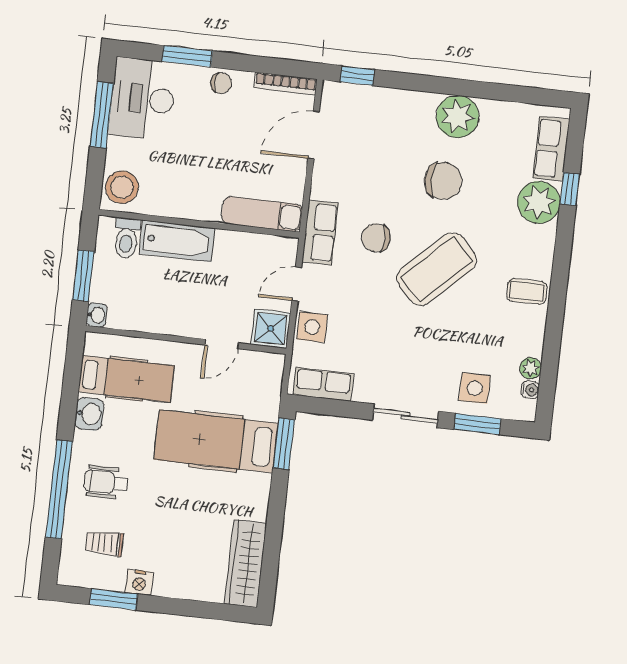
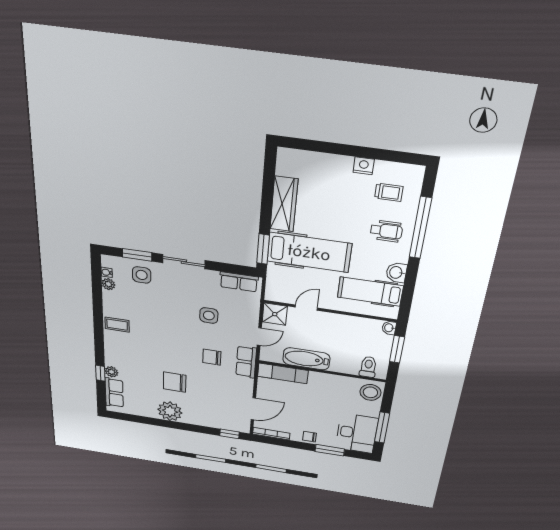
plant: (539, 202) -> (111, 372), width x0.53, depth x0.53
chair: (376, 238) -> (212, 357), turned 180
bathtub: (177, 241) -> (306, 359), moved
coffee table: (437, 269) -> (173, 339), removed
side table: (312, 327) -> (209, 315), moved
wardrobe: (245, 563) -> (284, 204), moved
window: (114, 599) -> (383, 155), removed

